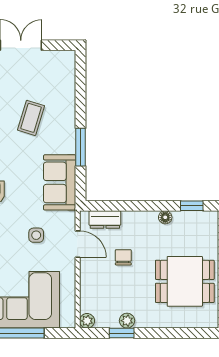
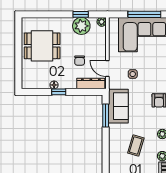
window: (81, 147) -> (106, 116), moved
window: (192, 206) -> (59, 92), moved
dresser: (105, 220) -> (91, 84), width x1.44
plant: (127, 321) -> (81, 26), width x1.88, depth x1.88

